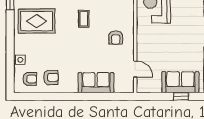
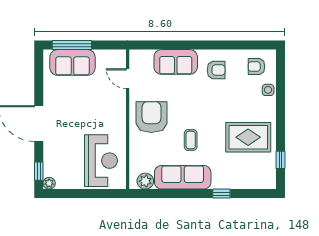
armchair: (116, 38) -> (151, 117), width x1.88, depth x1.88
armchair: (51, 77) -> (216, 70), moved, turned 180
window: (181, 96) -> (72, 45), width x2.17

